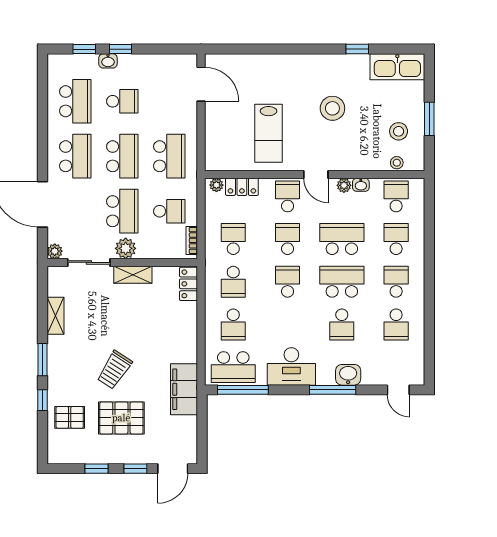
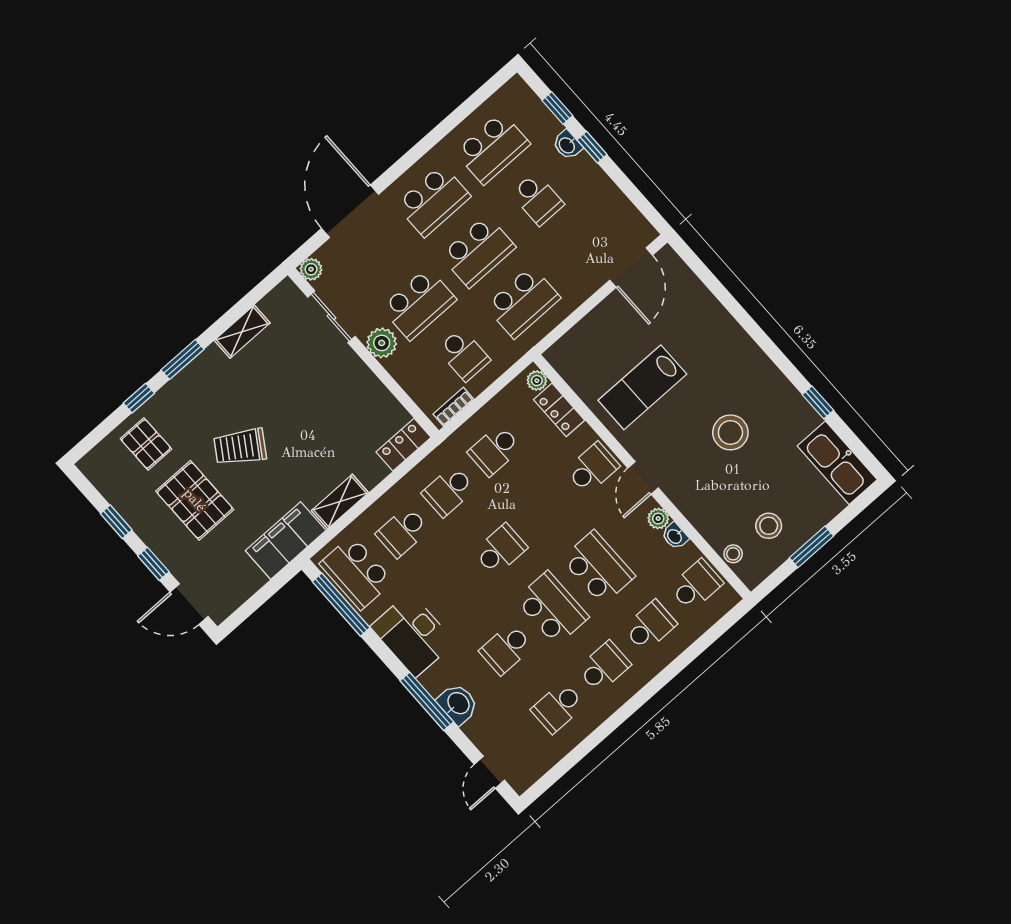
school desk: (233, 239) -> (495, 450), turned 180
school desk: (288, 239) -> (546, 509), removed
shelving: (133, 275) -> (340, 502), moved, turned 90

